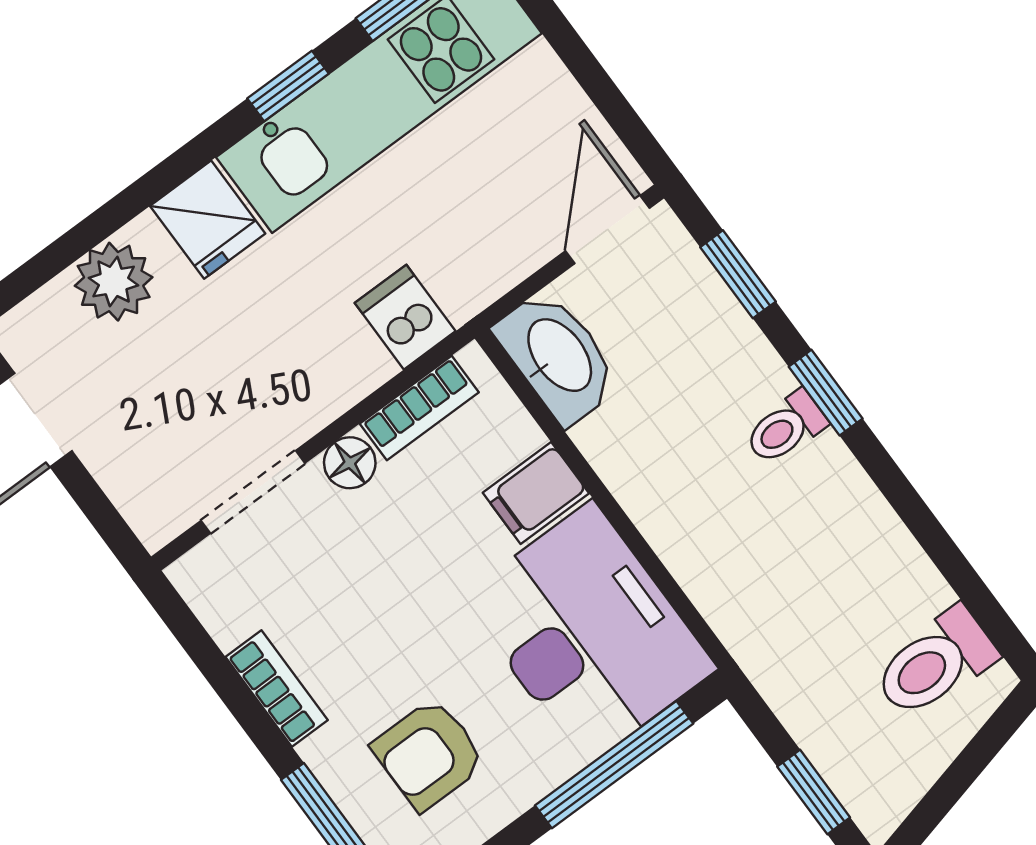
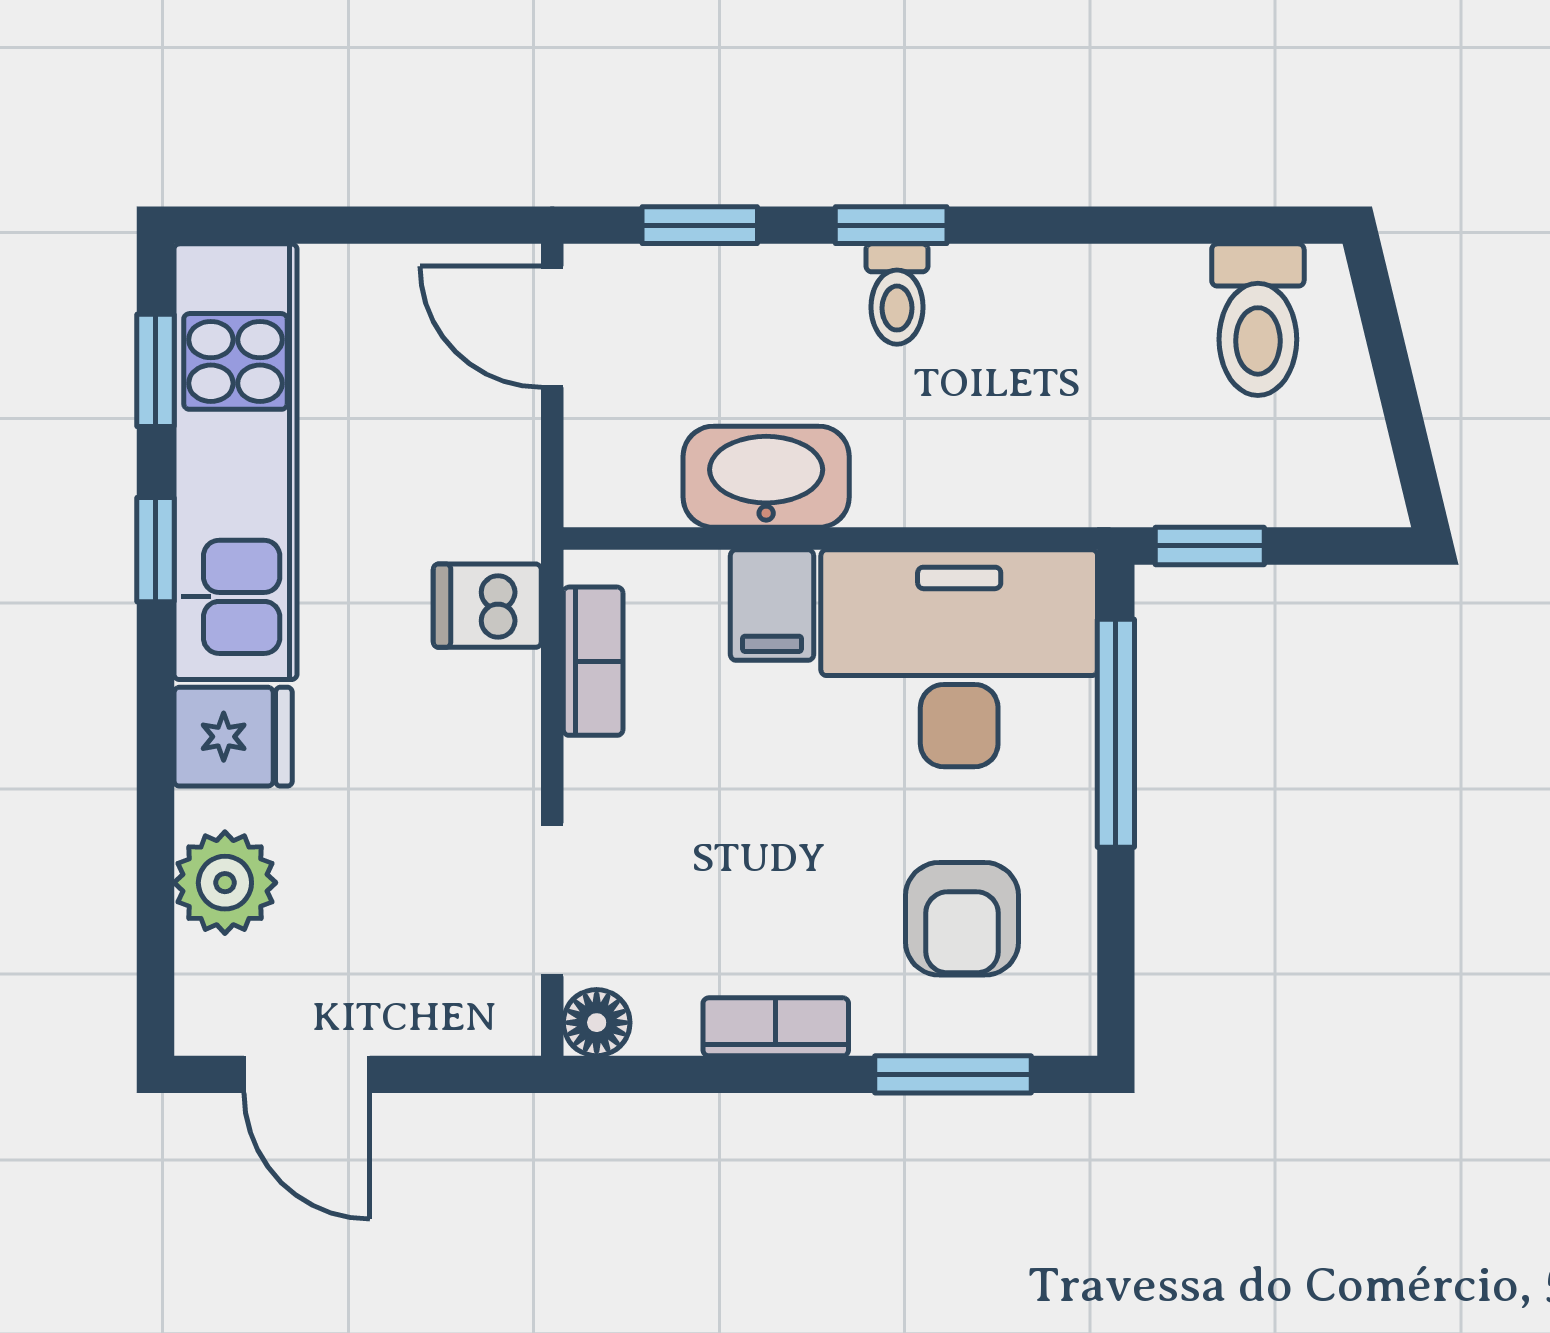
washbasin: (558, 356) -> (766, 477), moved
floor lamp: (350, 463) -> (597, 1023), moved
window: (814, 792) -> (1210, 546), moved

